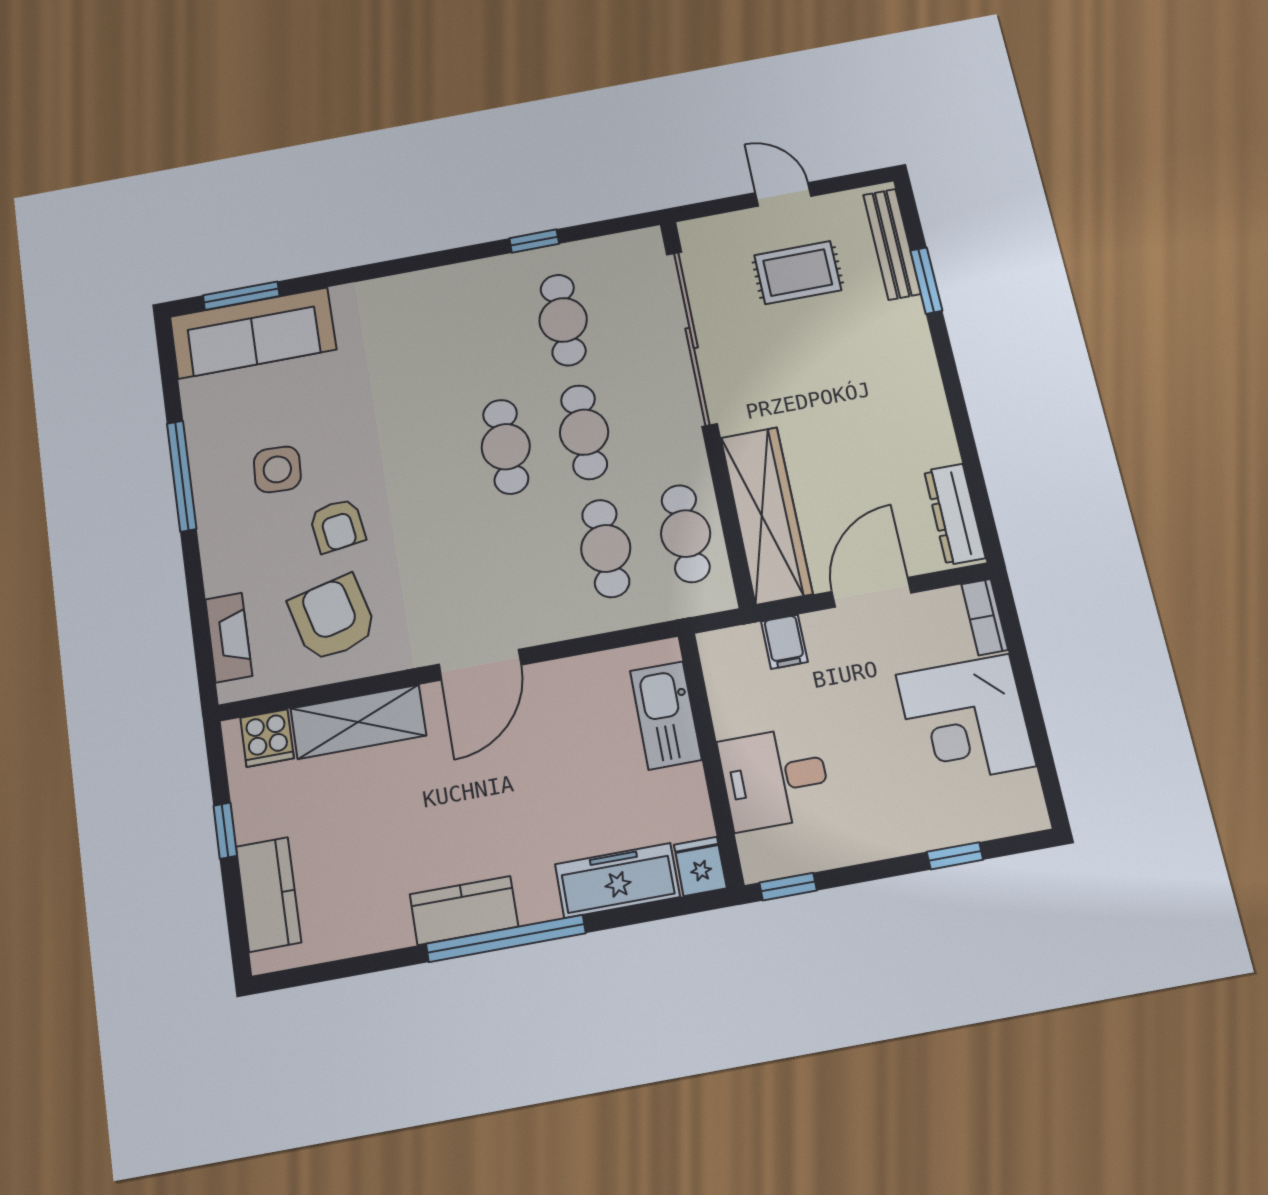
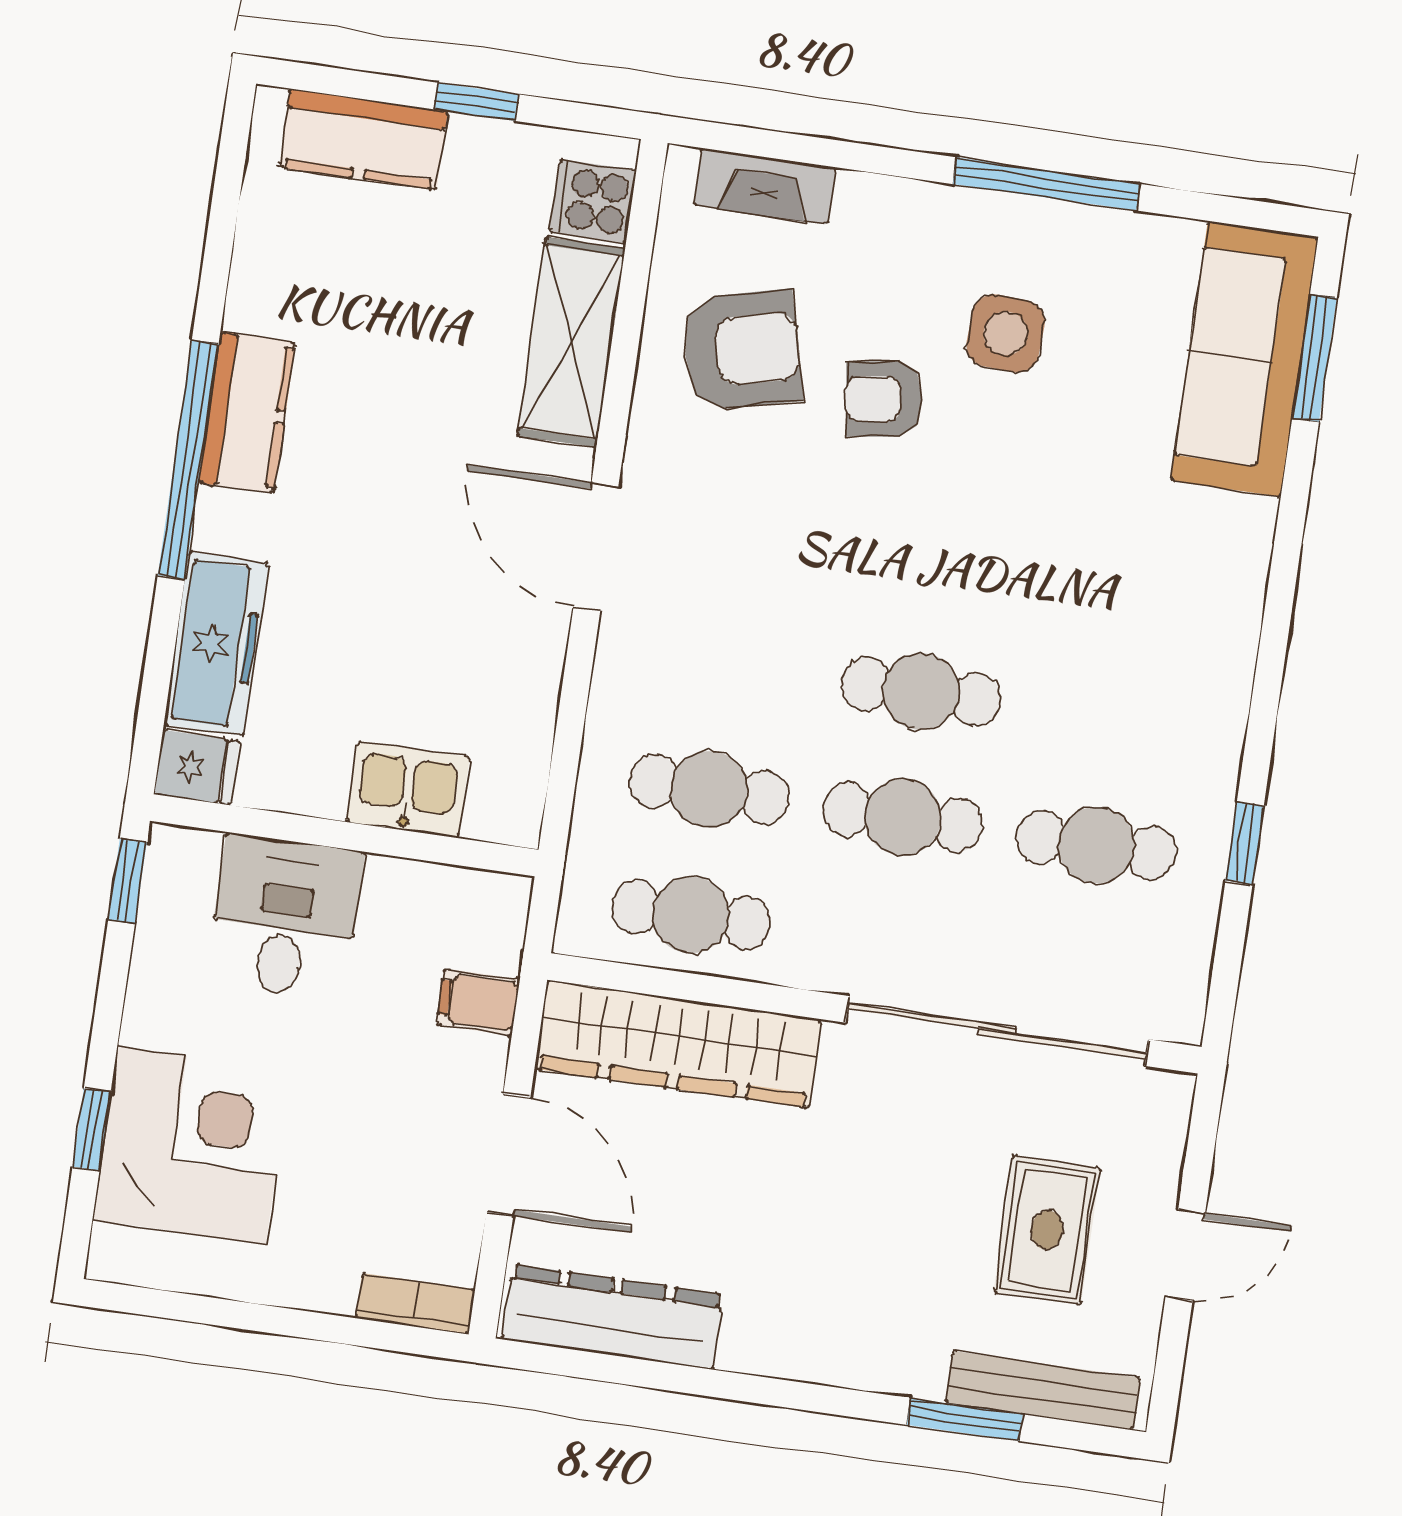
dresser: (955, 514) -> (613, 1317), width x1.37, depth x1.24
kitchen sink: (666, 715) -> (408, 789), width x0.73
corner desk: (966, 720) -> (191, 1145), moved, turned 90

